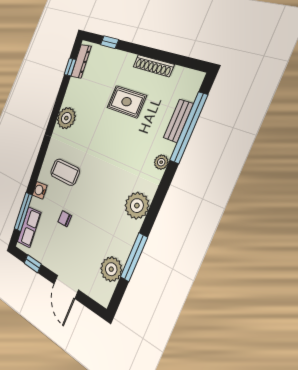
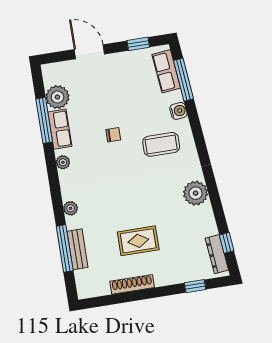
window: (189, 128) -> (65, 248), width x0.68
plant: (137, 206) -> (63, 162), width x0.53, depth x0.53
chair: (65, 219) -> (113, 135), moved
row of seats: (127, 239) -> (60, 129), added

